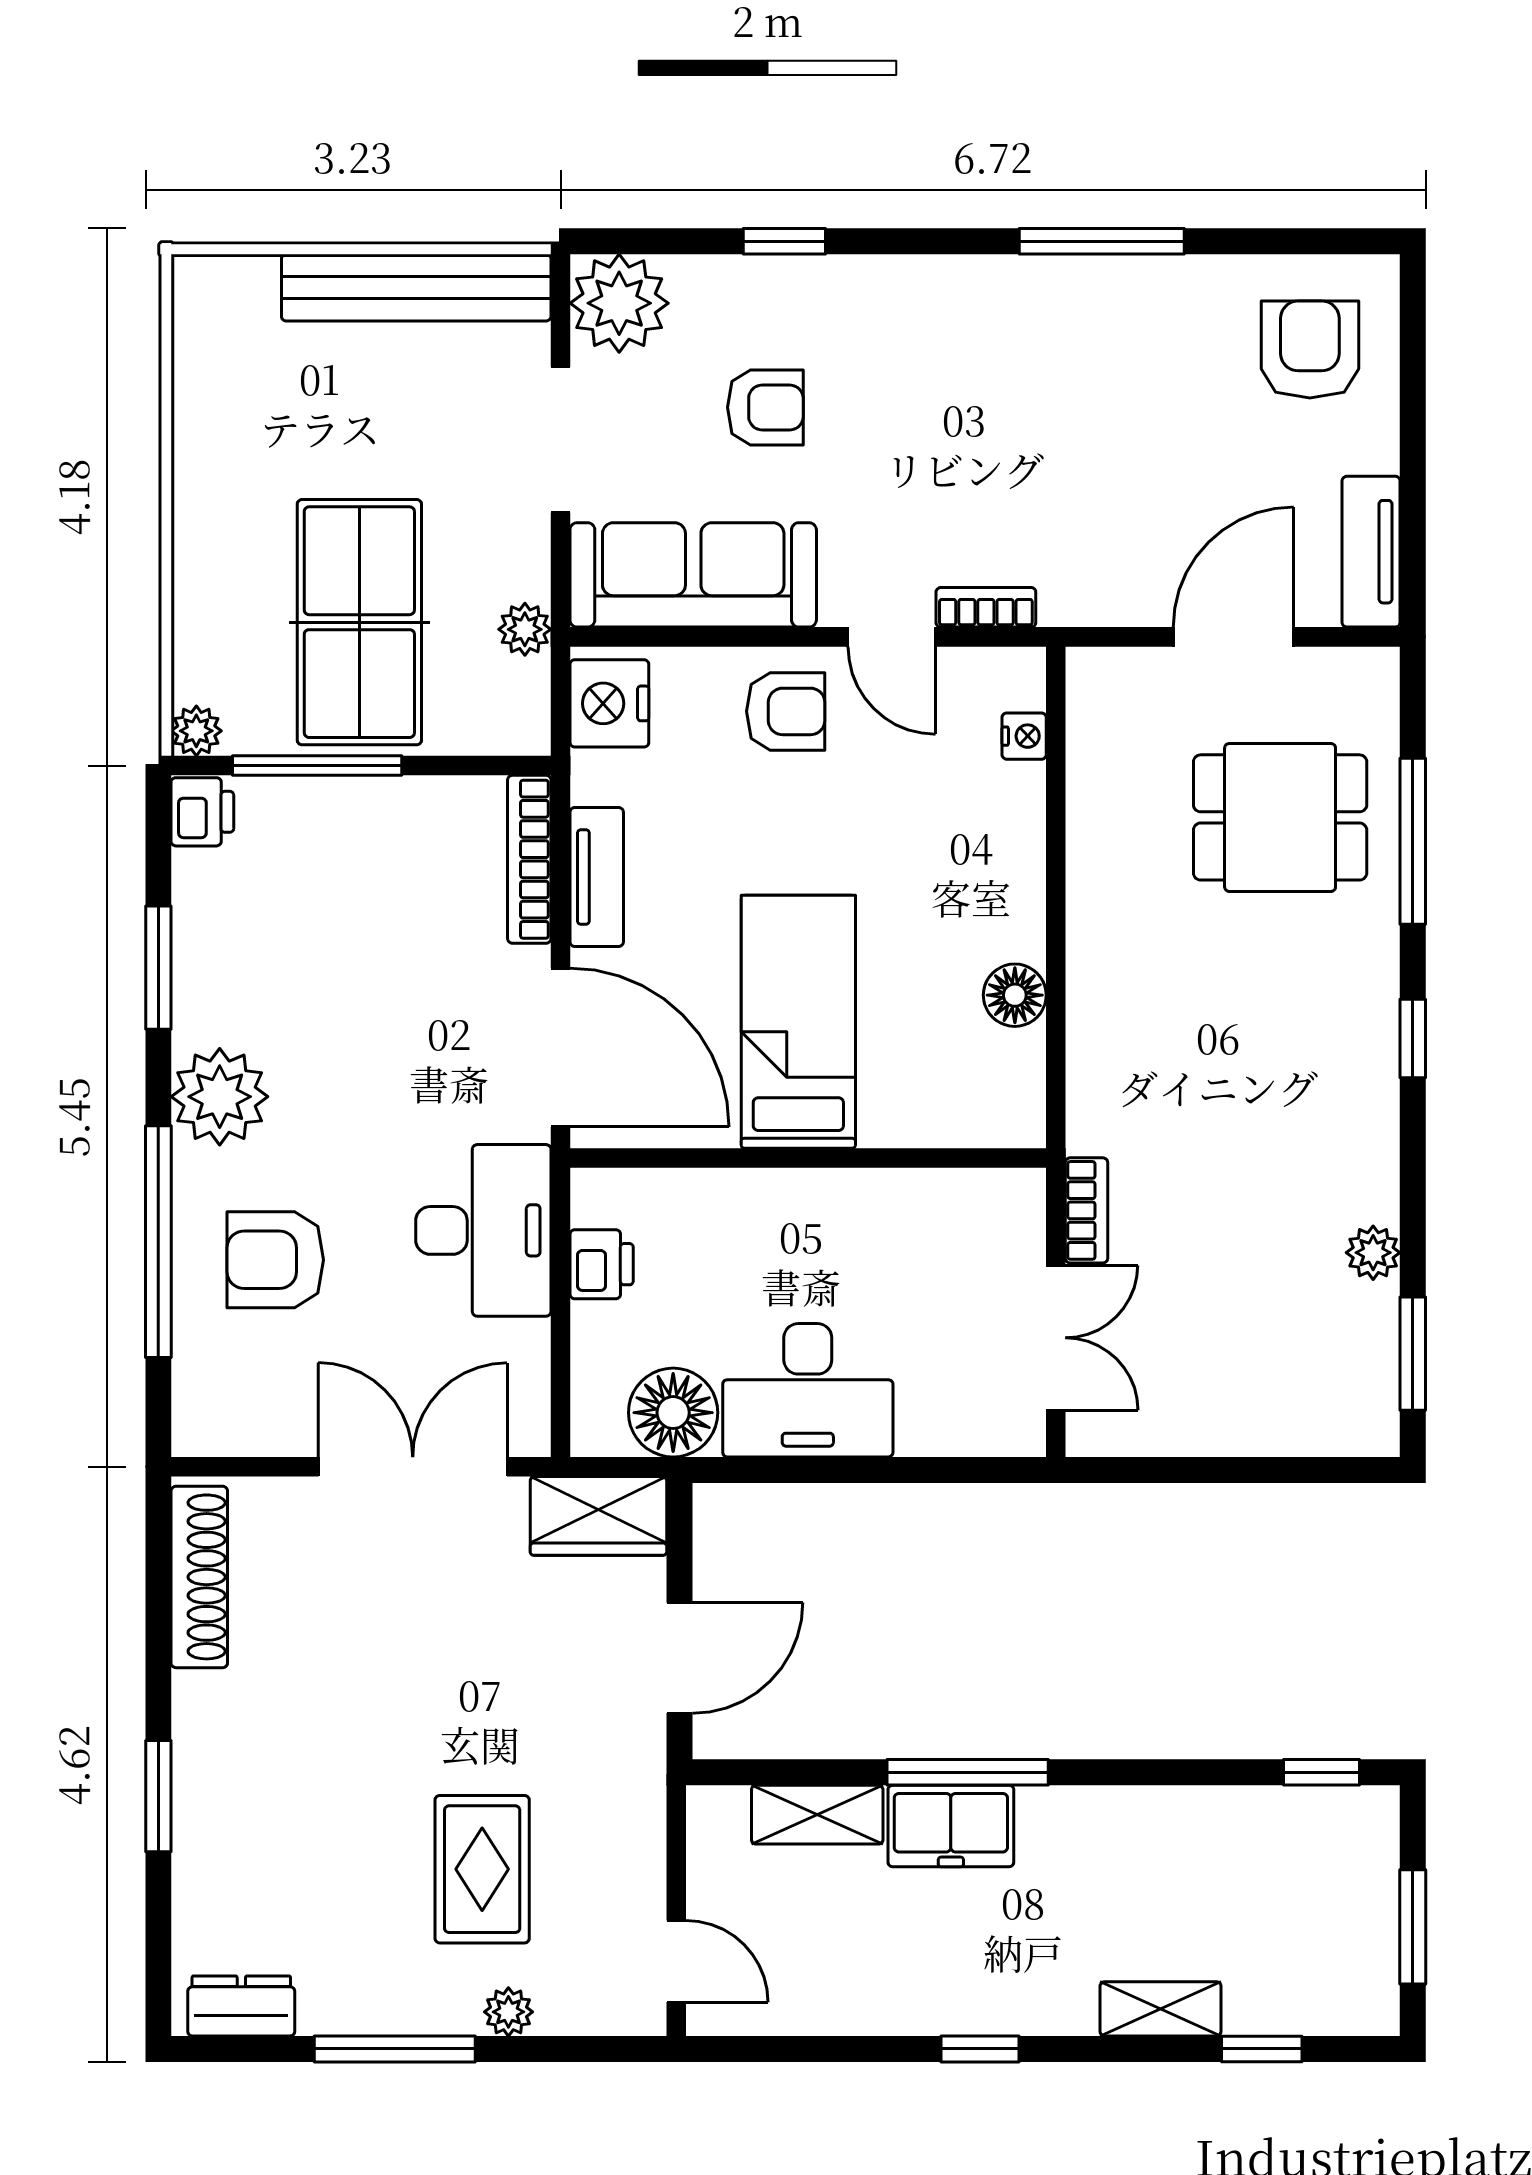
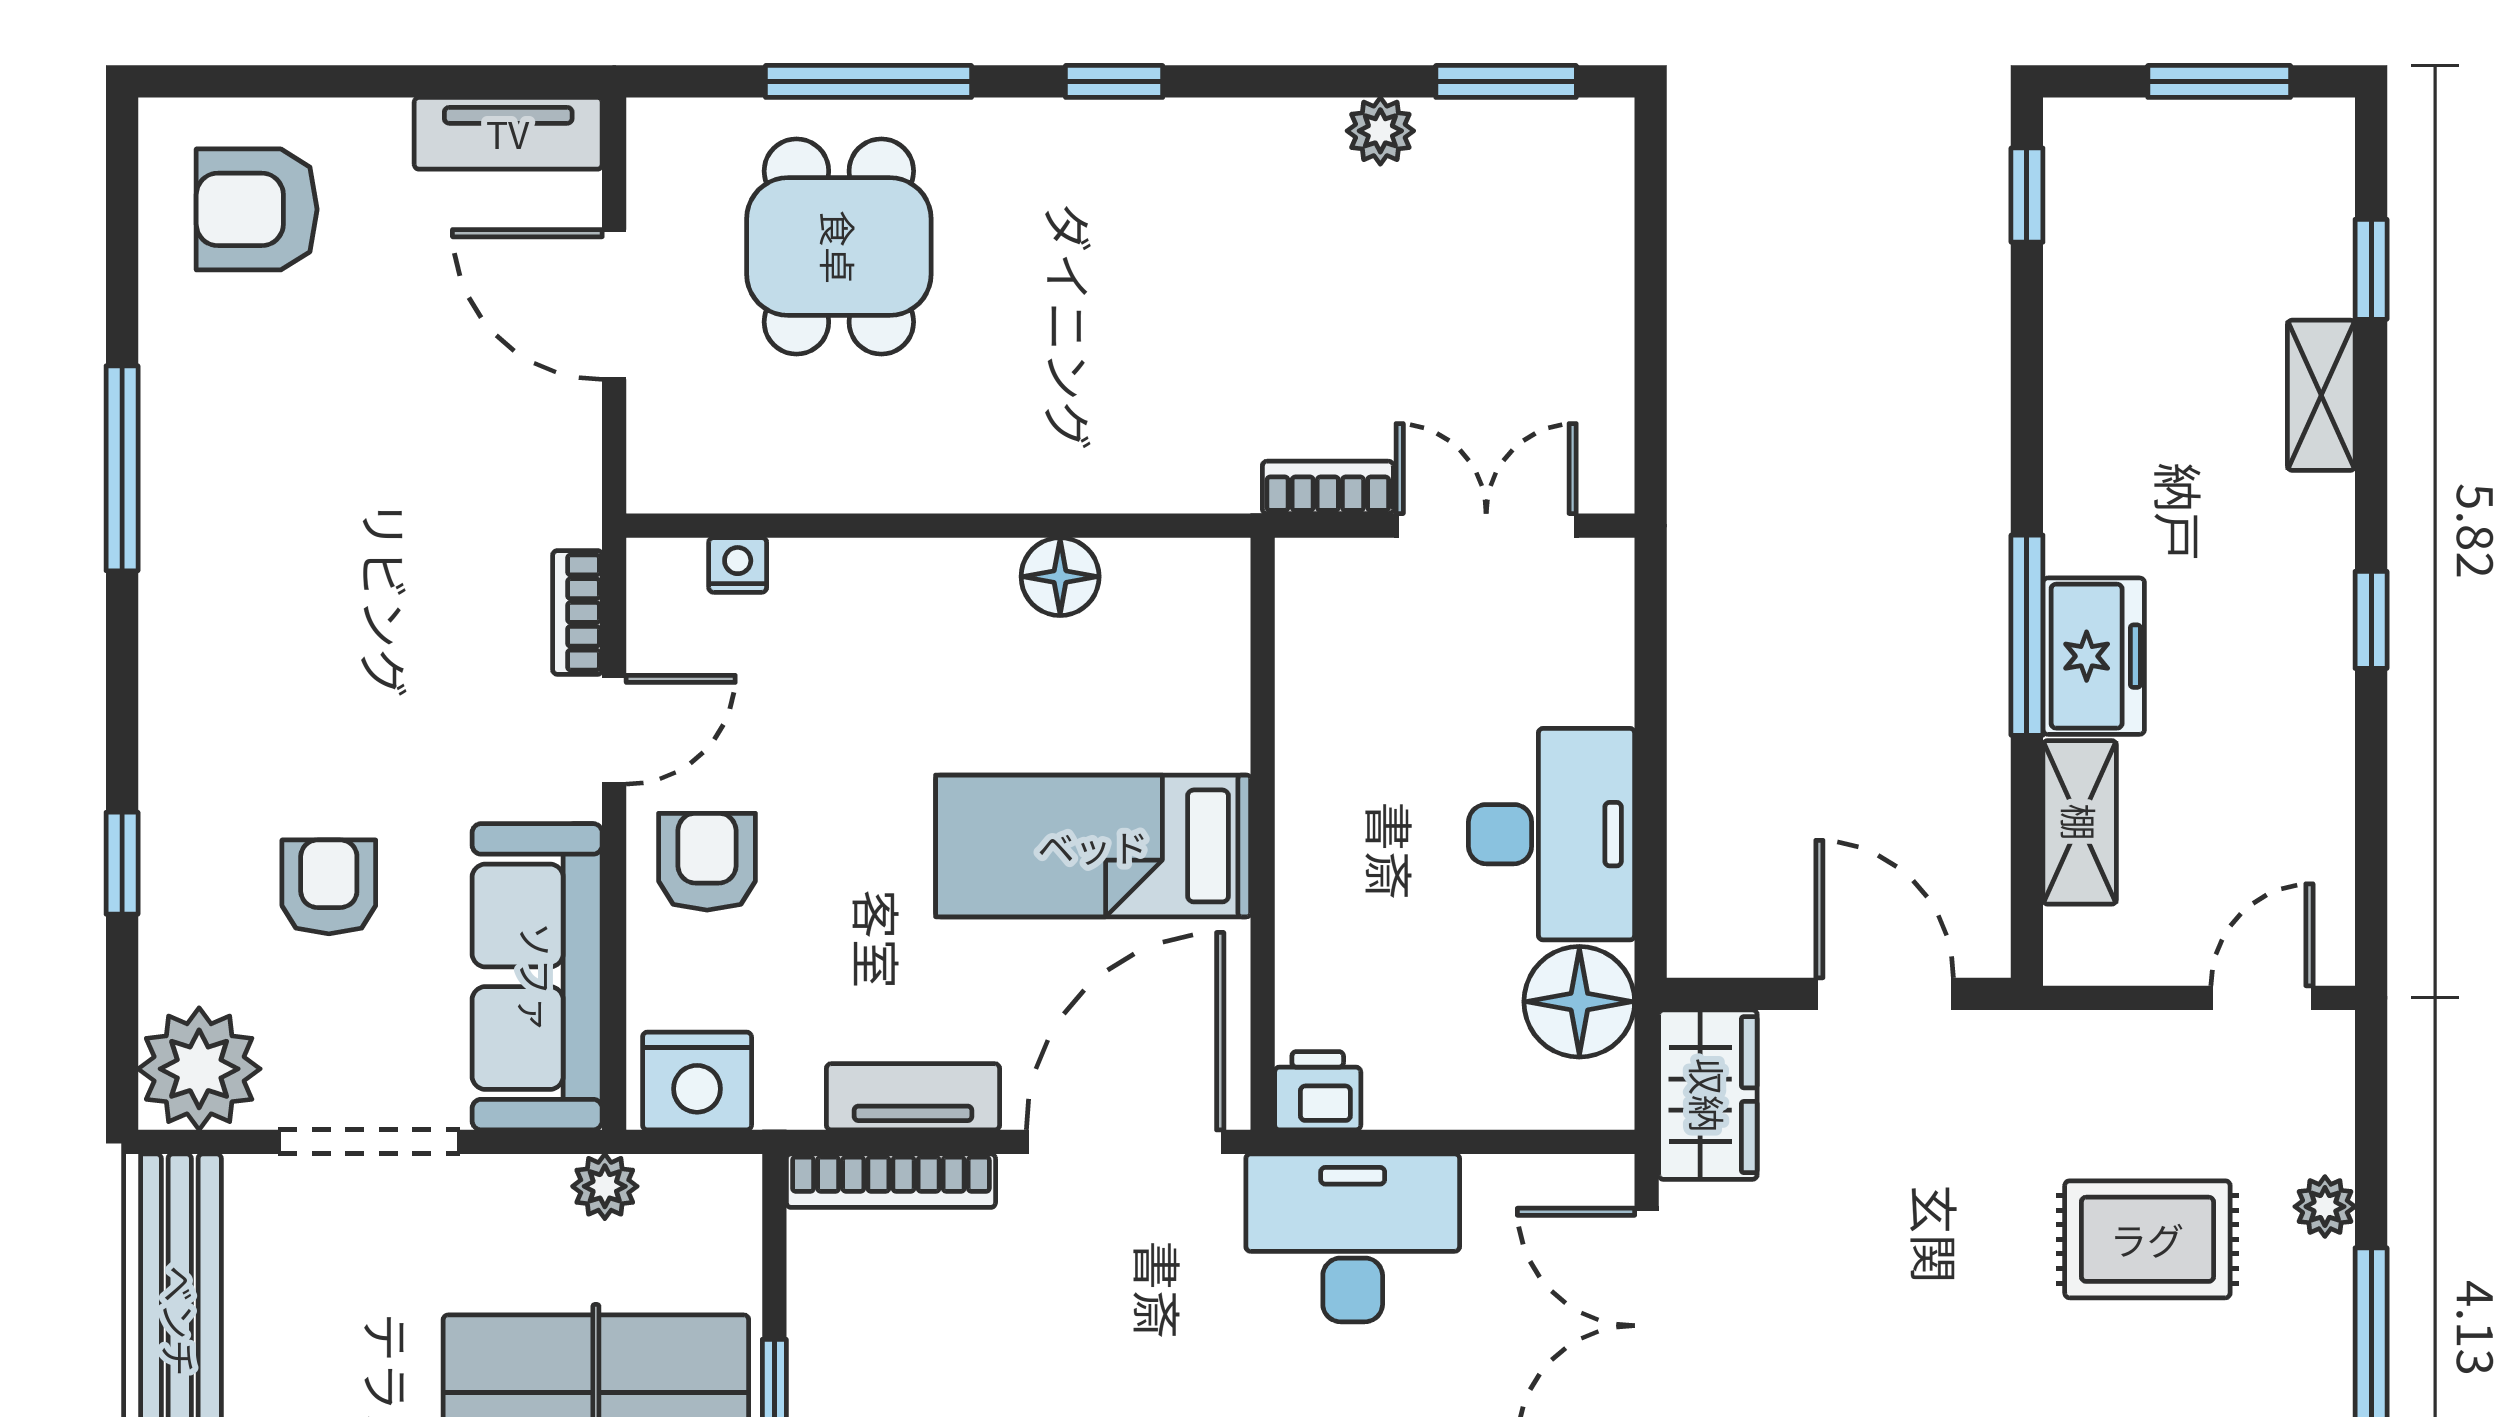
printer: (602, 1264) -> (1318, 1091), moved

